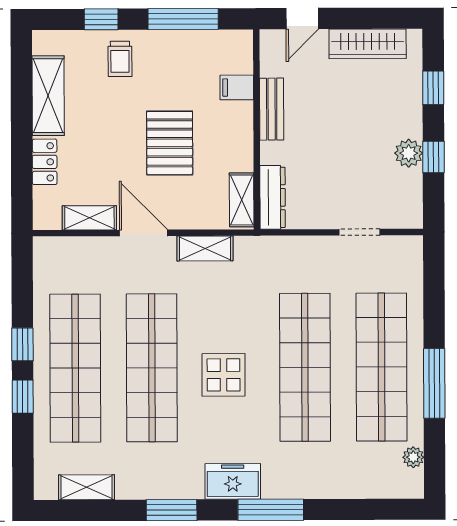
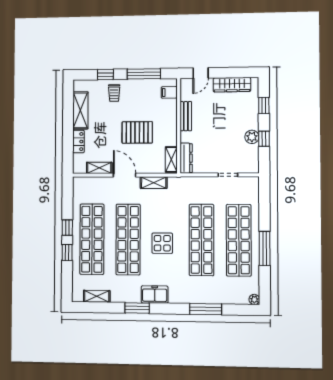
filing cabinet: (237, 87) -> (169, 92), moved
pallet: (170, 143) -> (137, 132), turned 90
plant: (413, 457) -> (254, 299), moved
freezer: (233, 481) -> (155, 294), moved
window: (271, 510) -> (206, 309), moved

